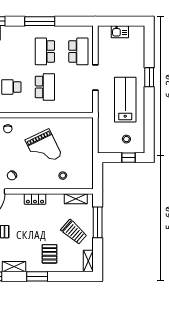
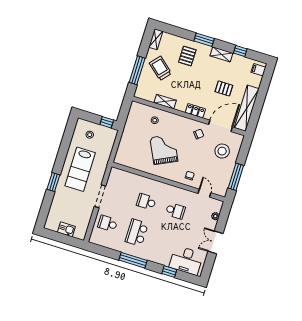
school desk: (45, 51) -> (137, 233), turned 180
school desk: (78, 51) -> (108, 224), width x0.54
school desk: (45, 87) -> (146, 202), width x0.54
window: (129, 158) -> (107, 122), moved
locker: (35, 199) -> (195, 111), moved
shelving: (76, 199) -> (165, 102), moved

